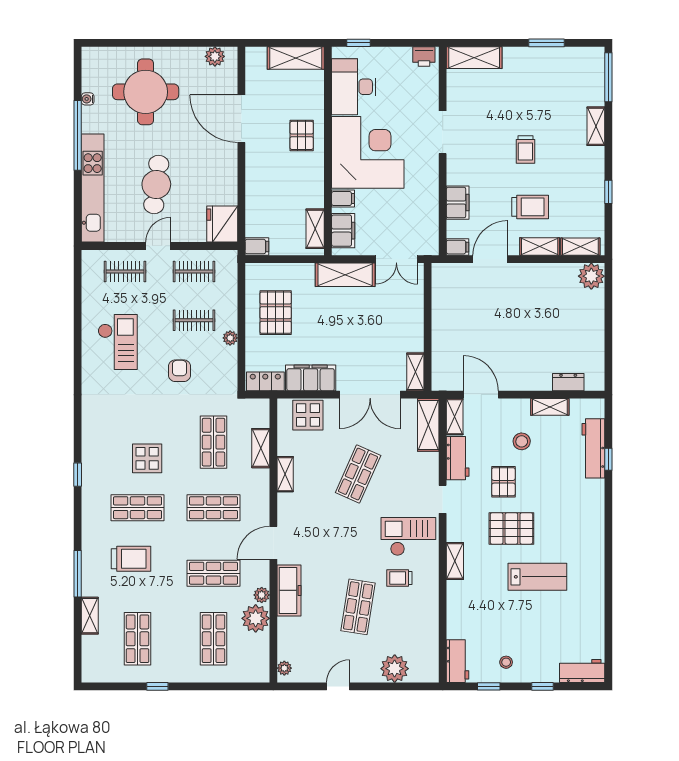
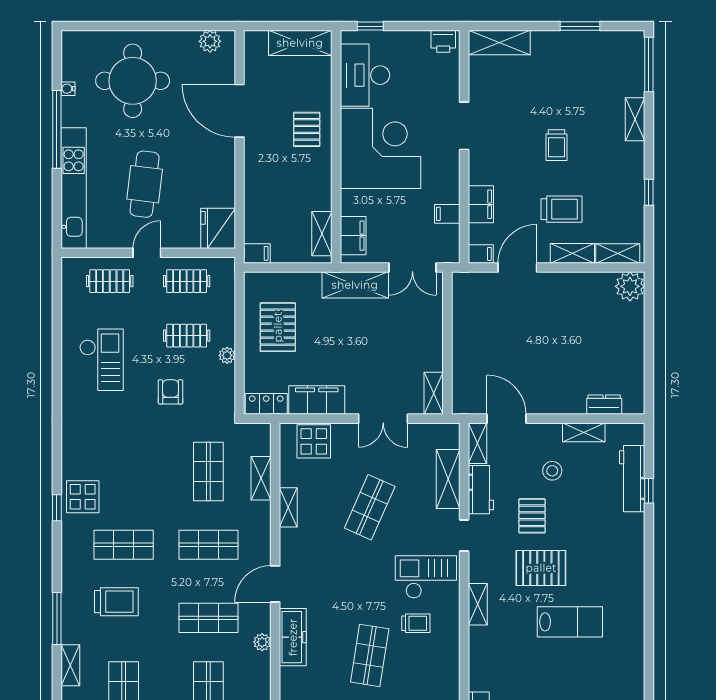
filing cabinet: (343, 199) -> (447, 214), moved, turned 180
double door: (370, 395) -> (383, 419), width x0.73
shelving: (428, 425) -> (448, 479), moved
display table: (147, 458) -> (83, 497), moved
trolley: (399, 578) -> (416, 623), turned 180
plant: (256, 618) -> (255, 668), removed

